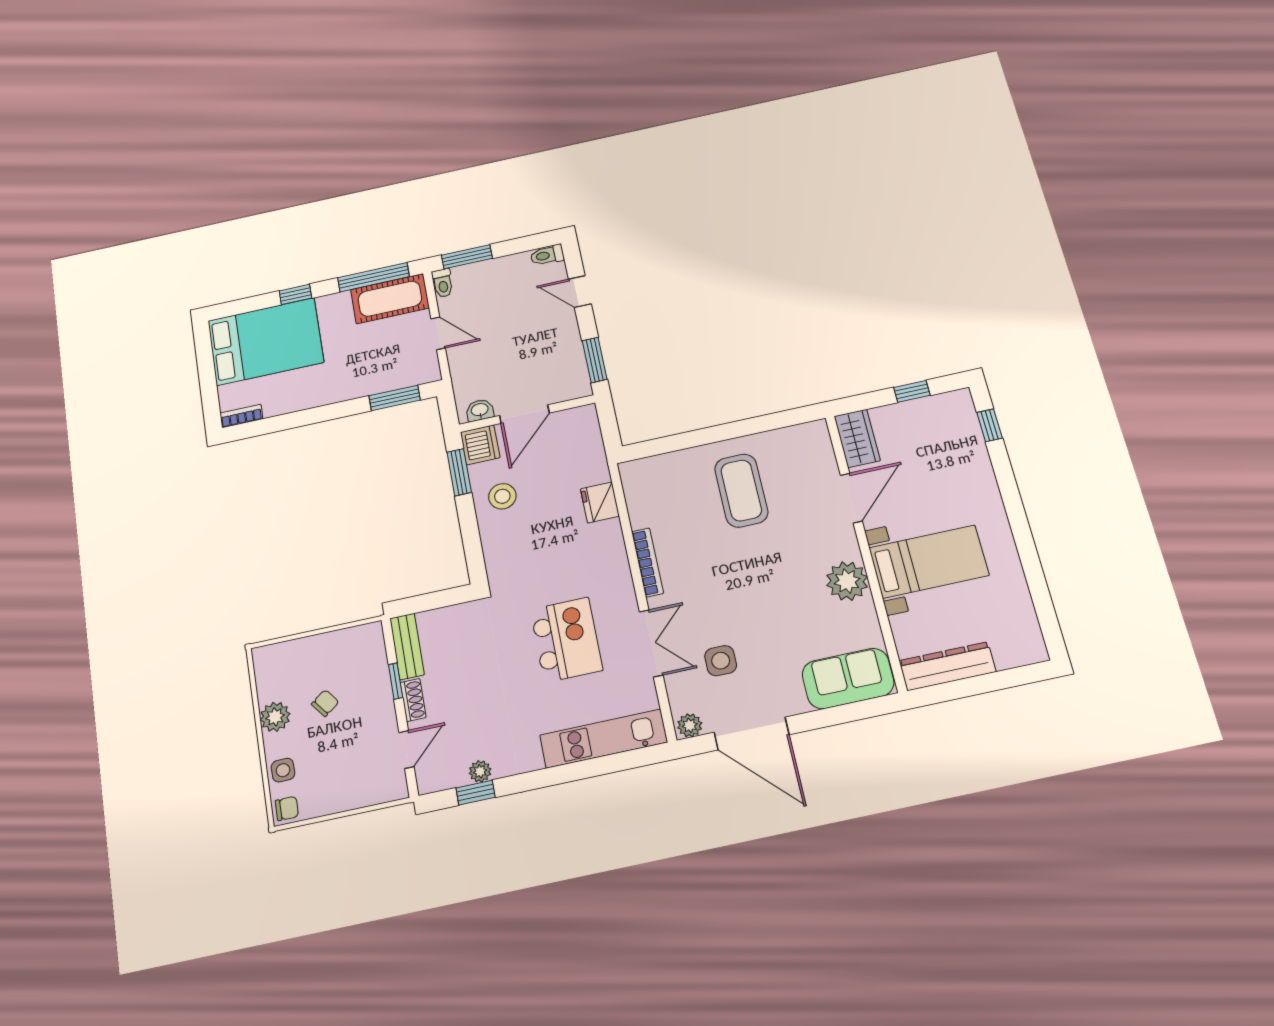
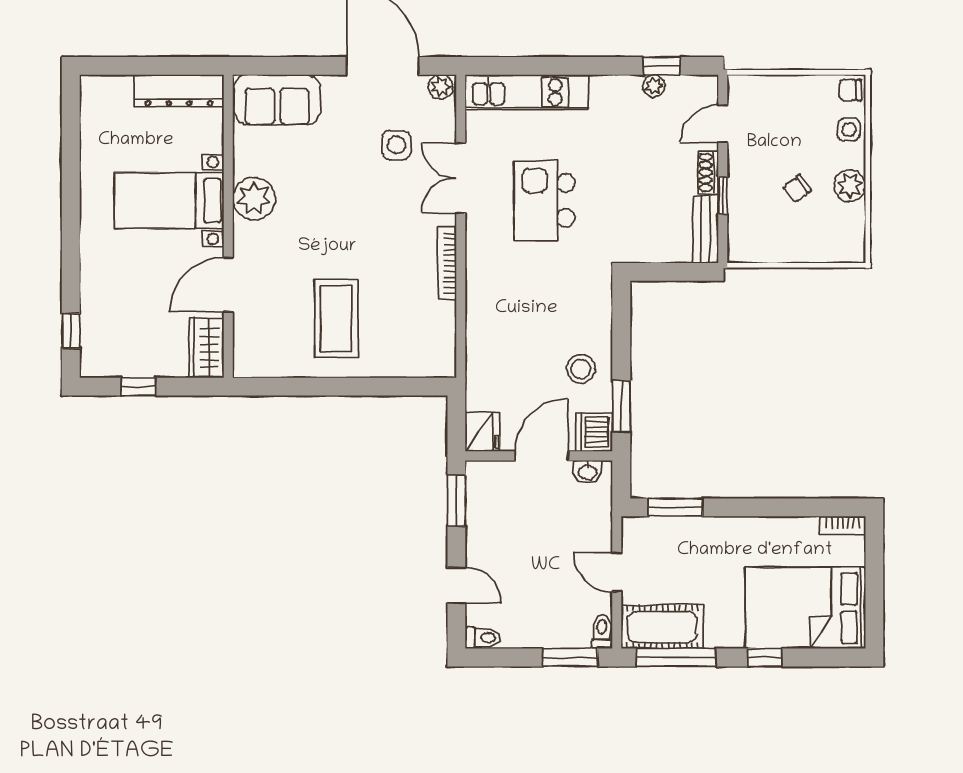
fridge: (600, 503) -> (482, 432), moved

